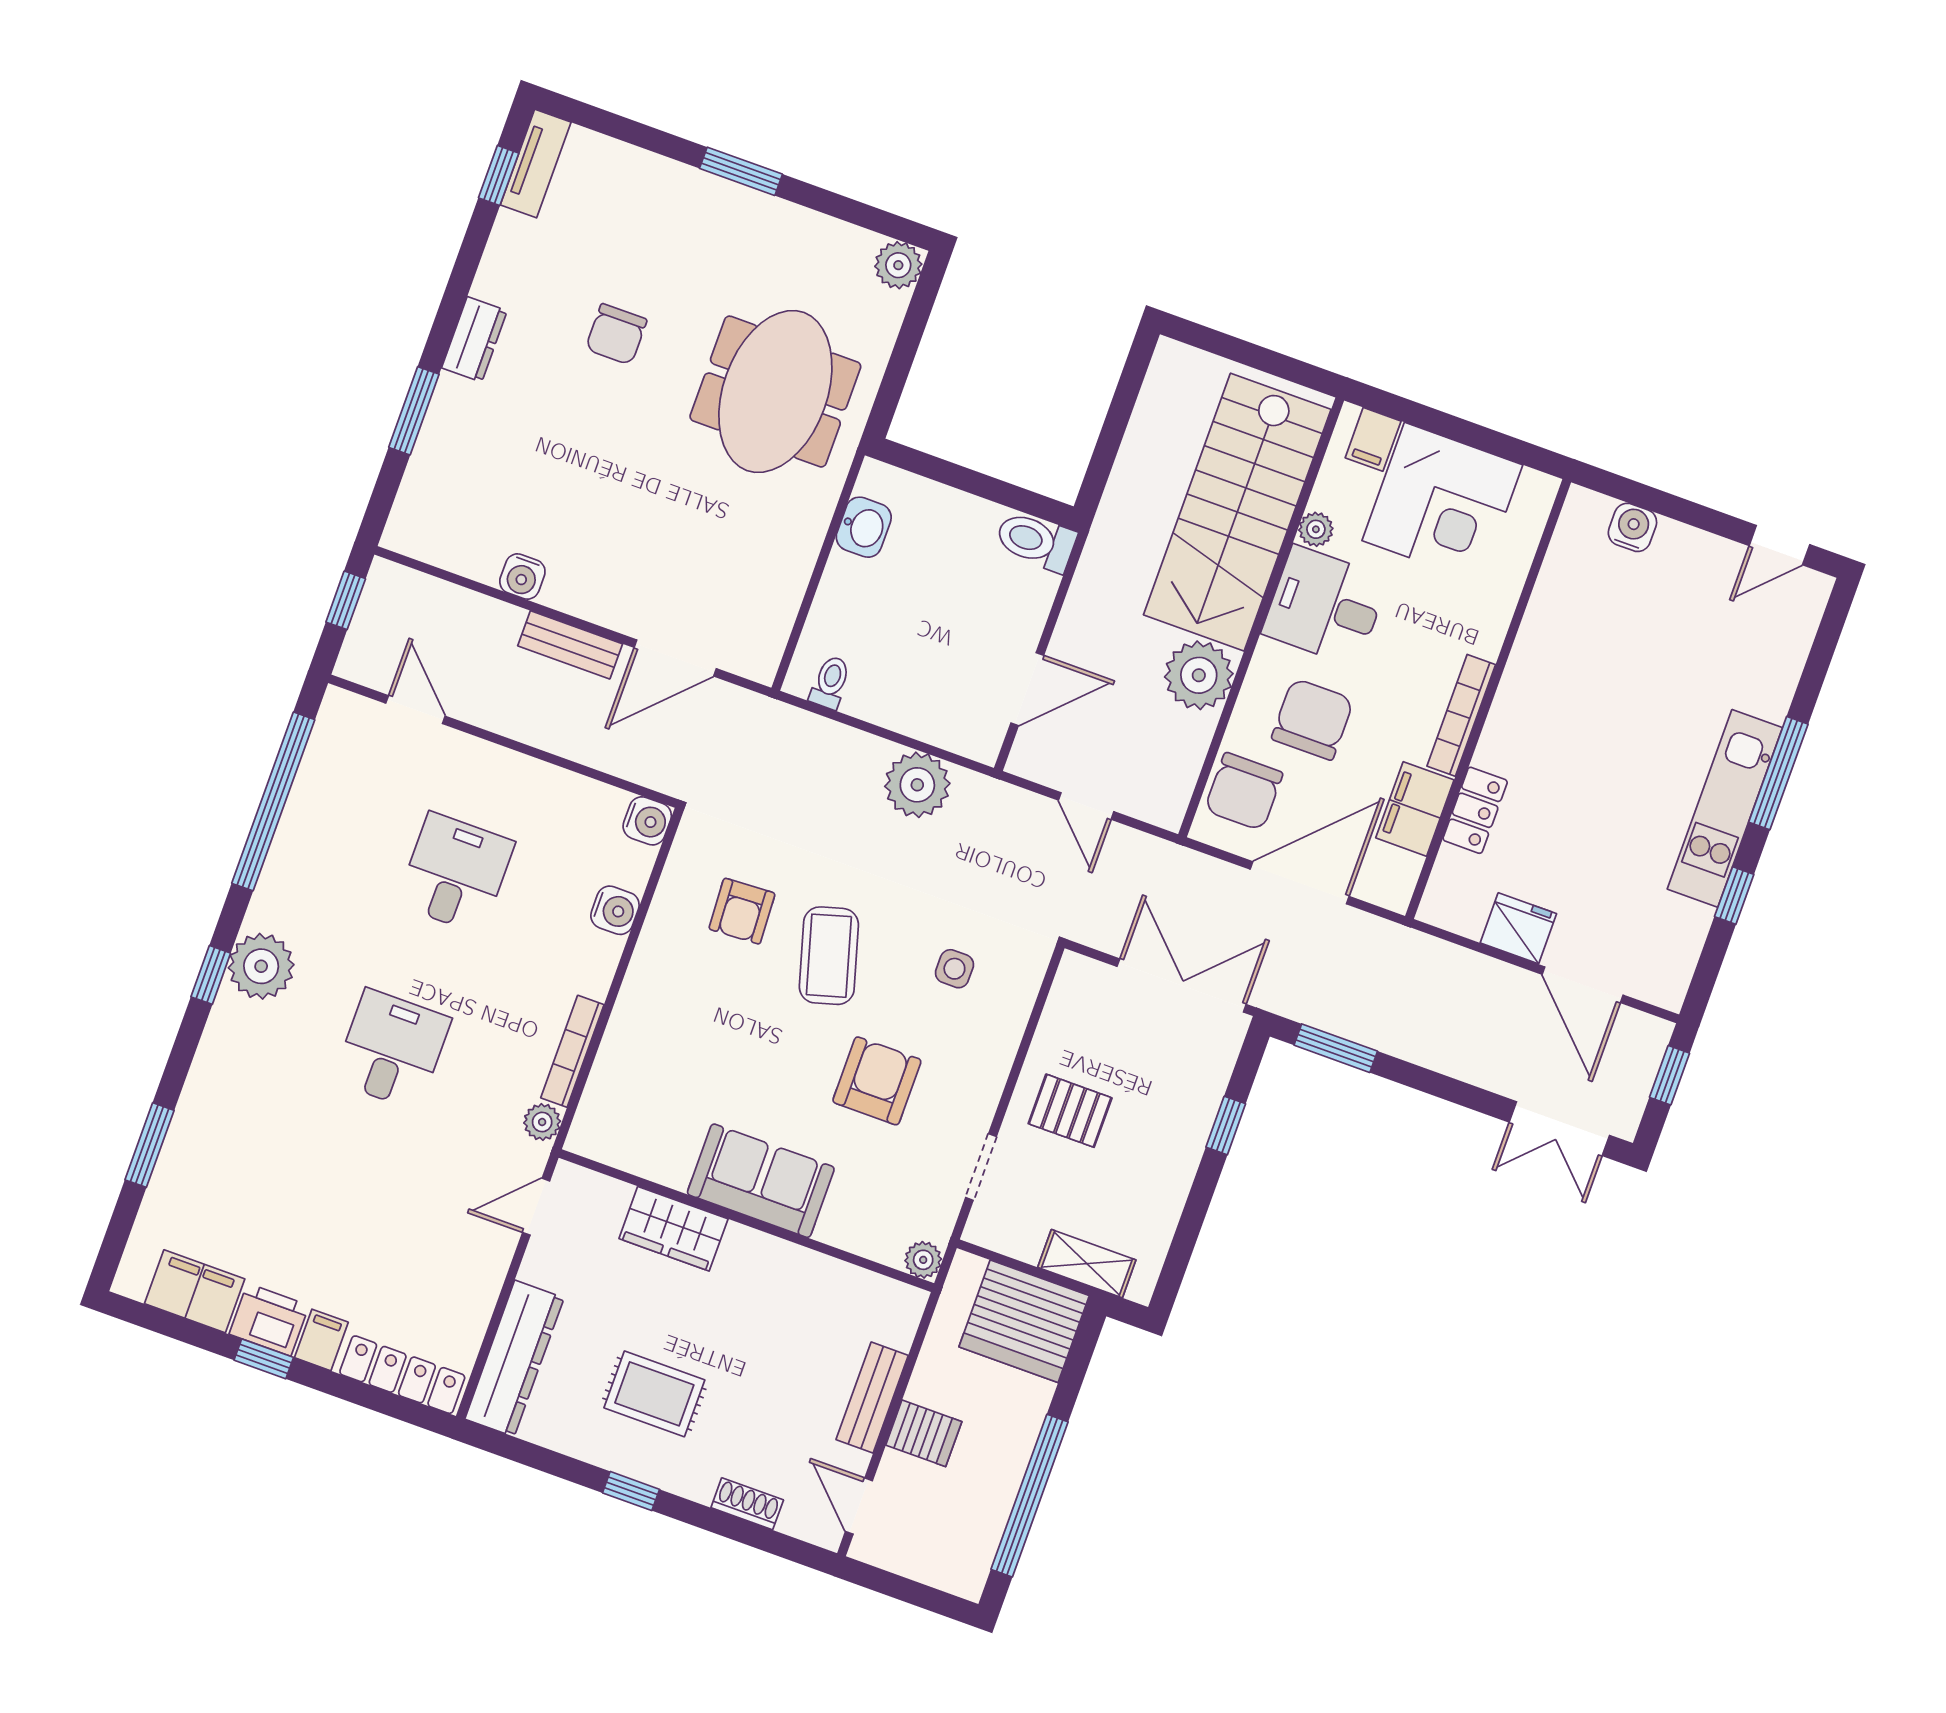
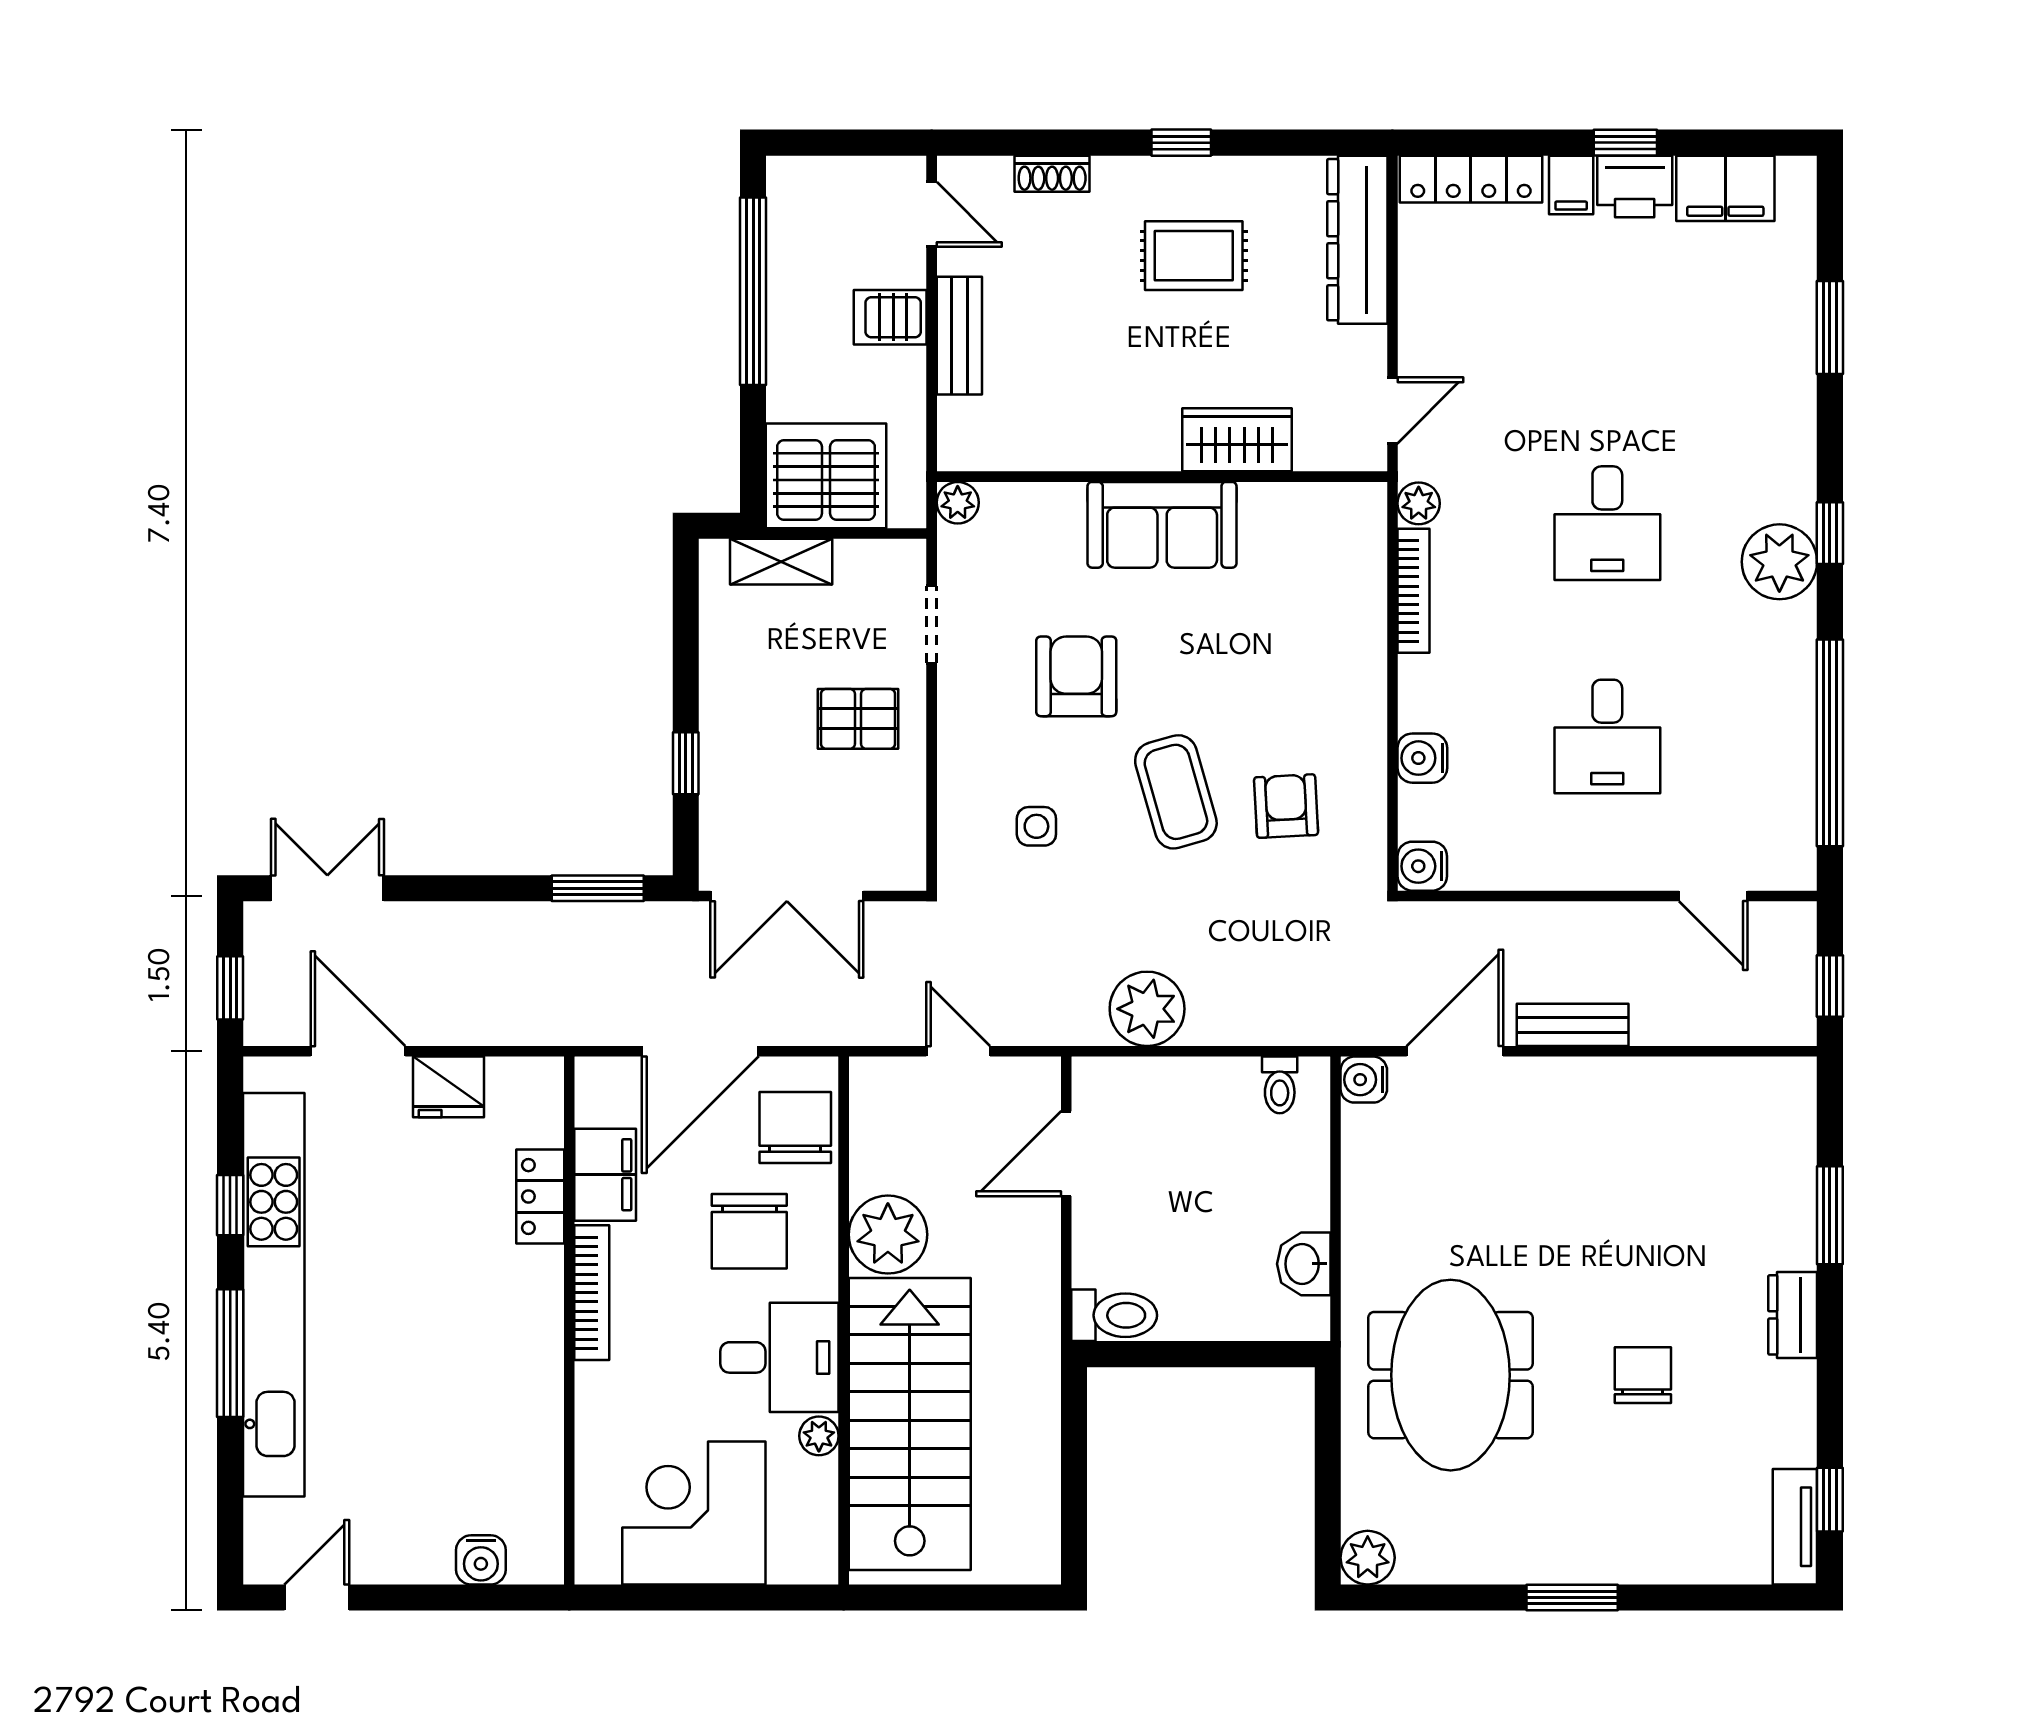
filing cabinet: (1373, 439) -> (792, 1554), removed
water cooler: (522, 577) -> (1364, 1080), moved, turned -90
kitchen unit: (1725, 808) -> (274, 1295), width x1.86
armchair: (877, 1081) -> (1076, 676), turned 180

